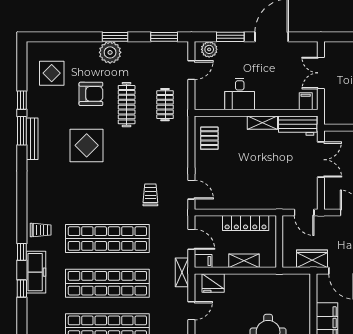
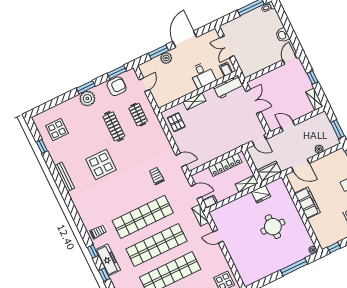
plant: (209, 49) -> (166, 58), moved
armchair: (91, 94) -> (117, 86), moved
desk: (240, 94) -> (202, 75), moved
window: (22, 100) -> (42, 146), moved
shelving: (262, 123) -> (195, 101), moved
window: (22, 131) -> (56, 175), removed
wardrobe: (312, 259) -> (269, 171), moved
shelving: (244, 261) -> (247, 184), moved
fridge: (213, 283) -> (261, 194), moved
door: (191, 311) -> (218, 237), swing flipped

